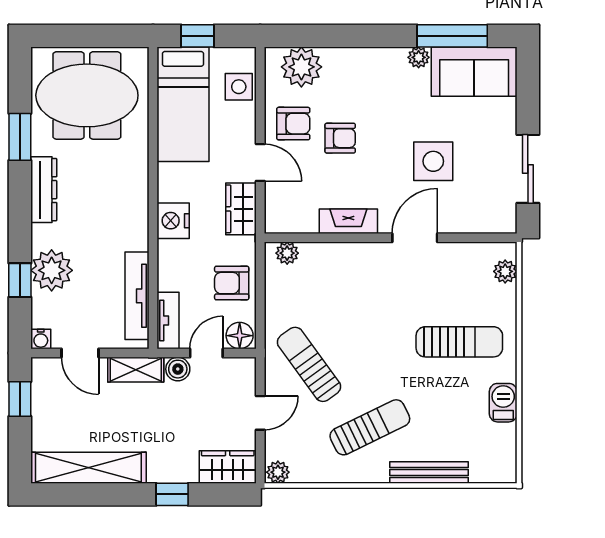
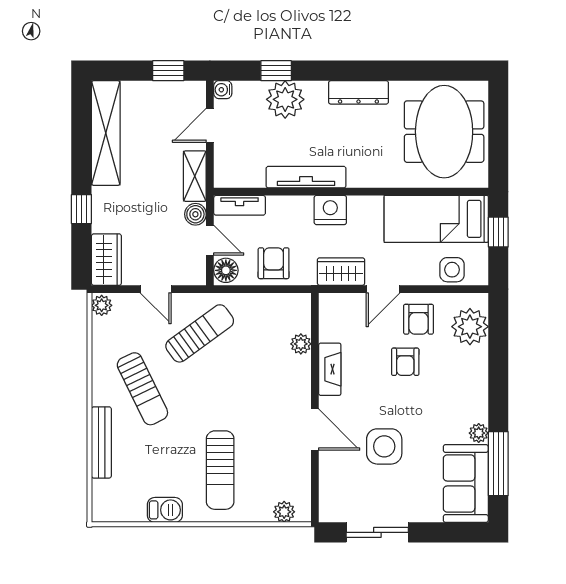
window: (20, 137) -> (406, 71), removed
plant: (287, 253) -> (301, 344), moved
tv unit: (137, 296) -> (306, 177), moved

